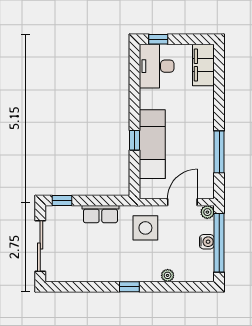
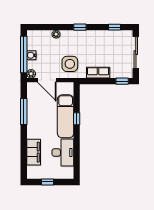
window: (158, 39) -> (48, 182), moved
filing cabinet: (203, 65) -> (34, 152), moved
desk: (157, 66) -> (63, 152), moved
door: (182, 202) -> (47, 80), hinge flipped
window: (74, 287) -> (114, 27), added

